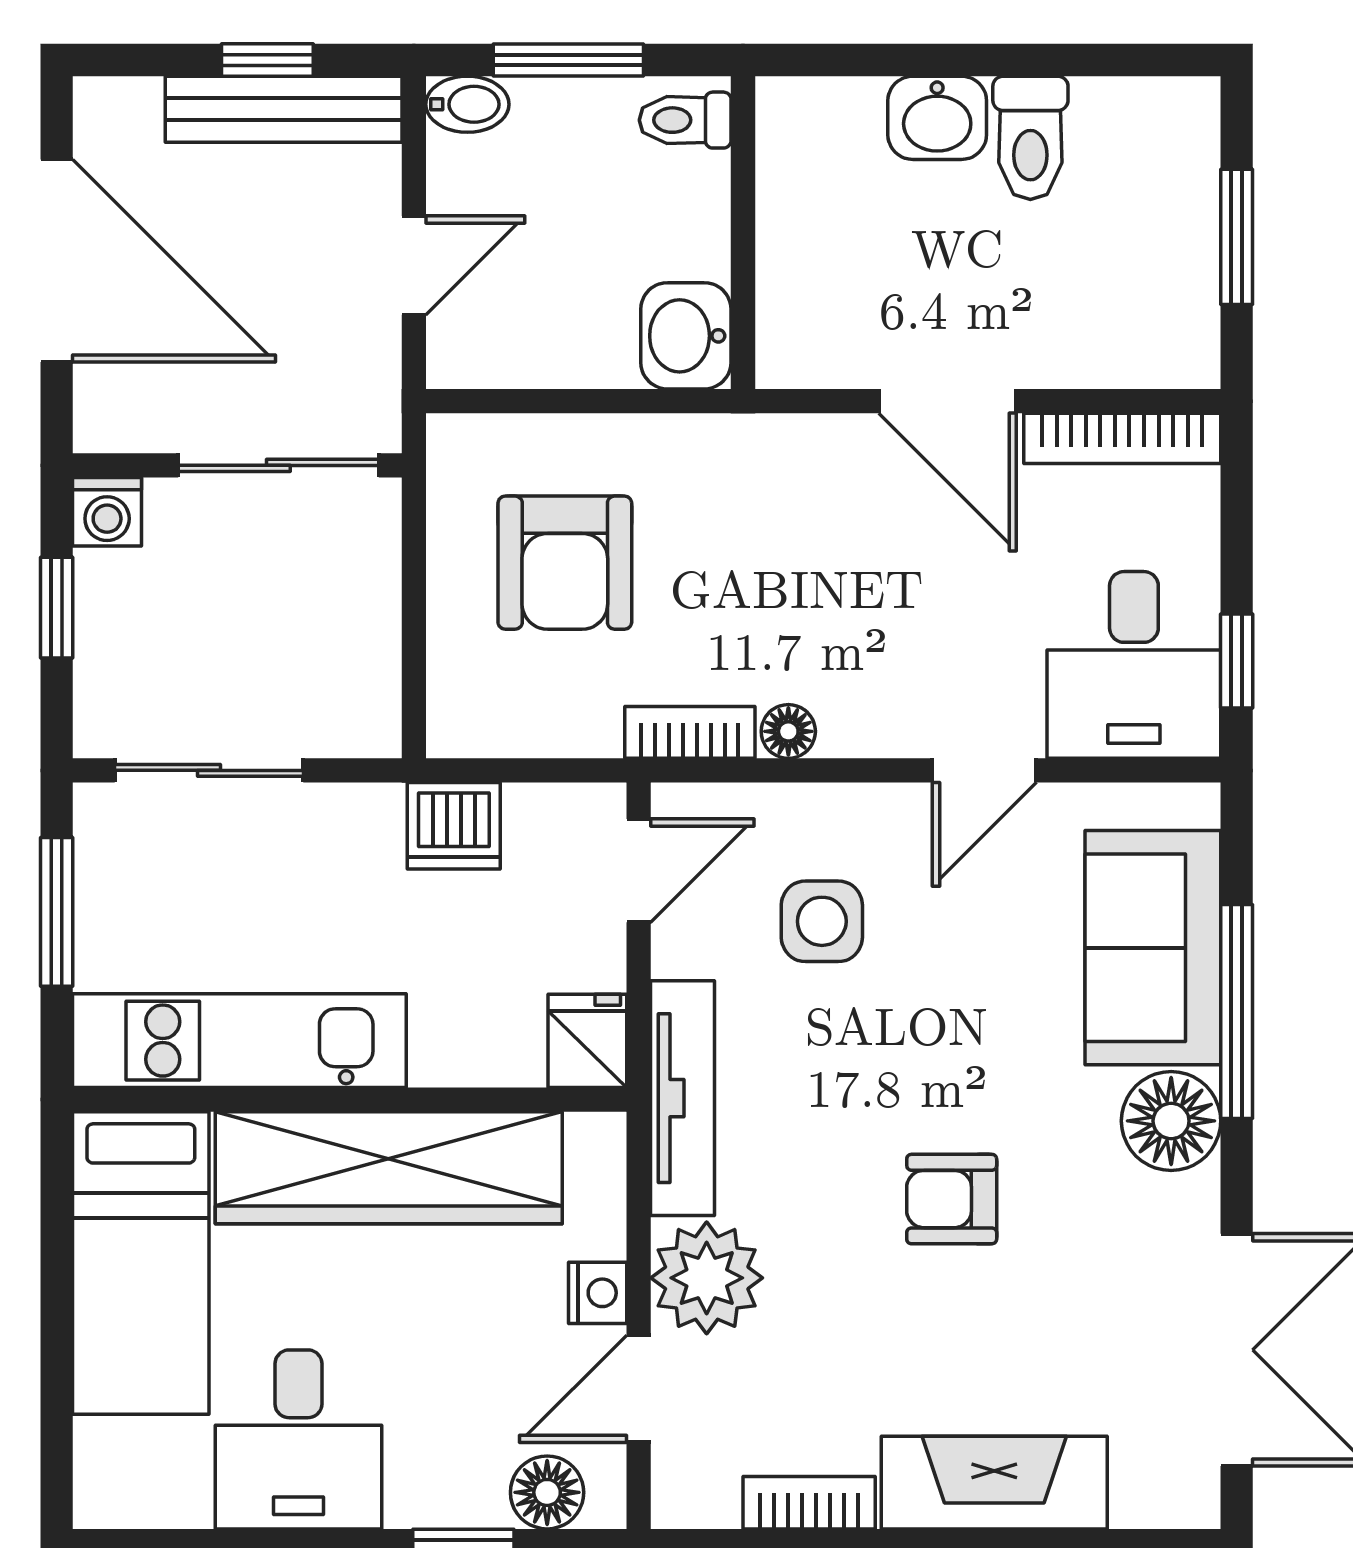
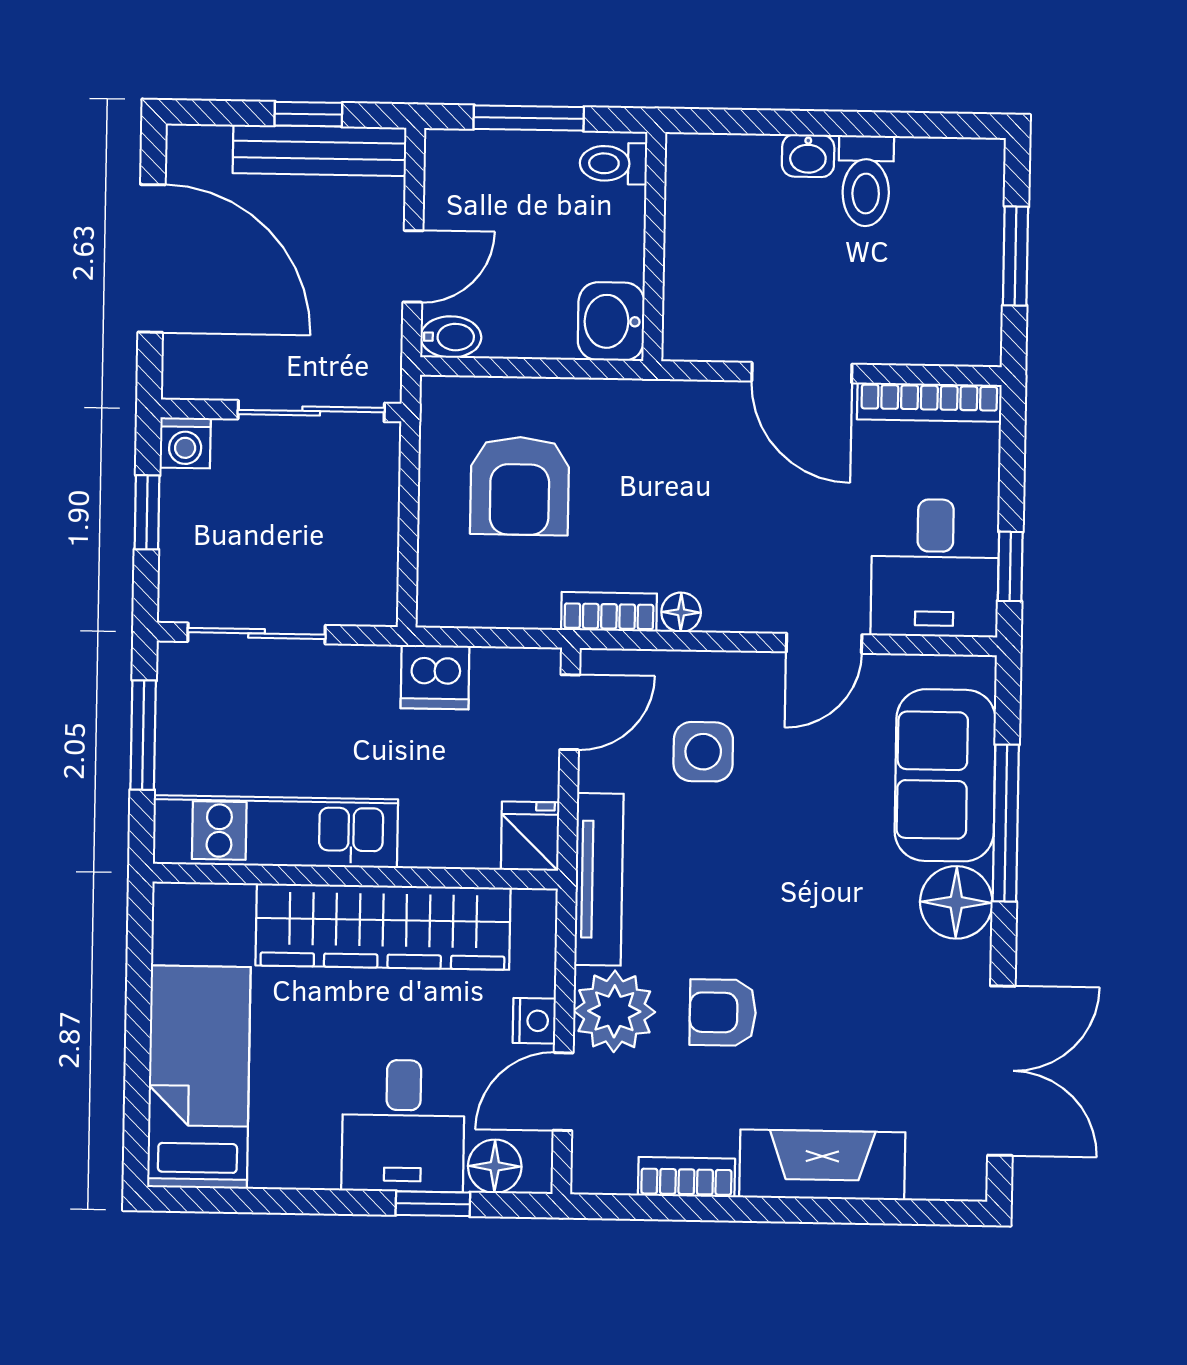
bidet: (467, 104) -> (451, 337), moved
washbasin: (937, 118) -> (808, 156), width x0.72, depth x0.69
armchair: (952, 1199) -> (723, 1012), moved
bed: (141, 1263) -> (199, 1077), moved, turned 180
desk: (298, 1439) -> (403, 1126), moved

